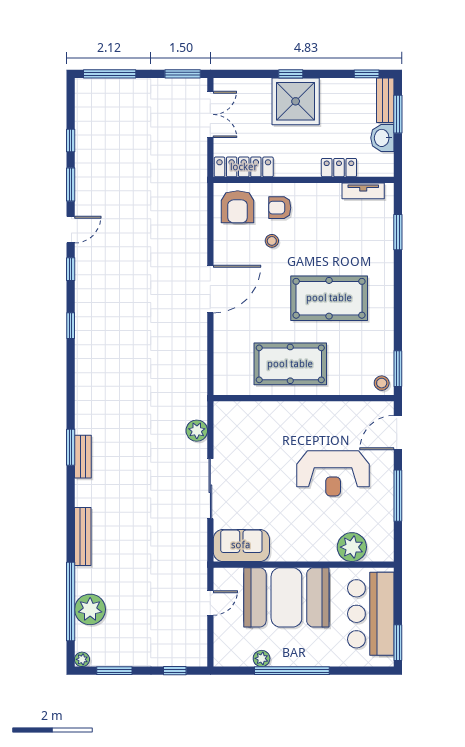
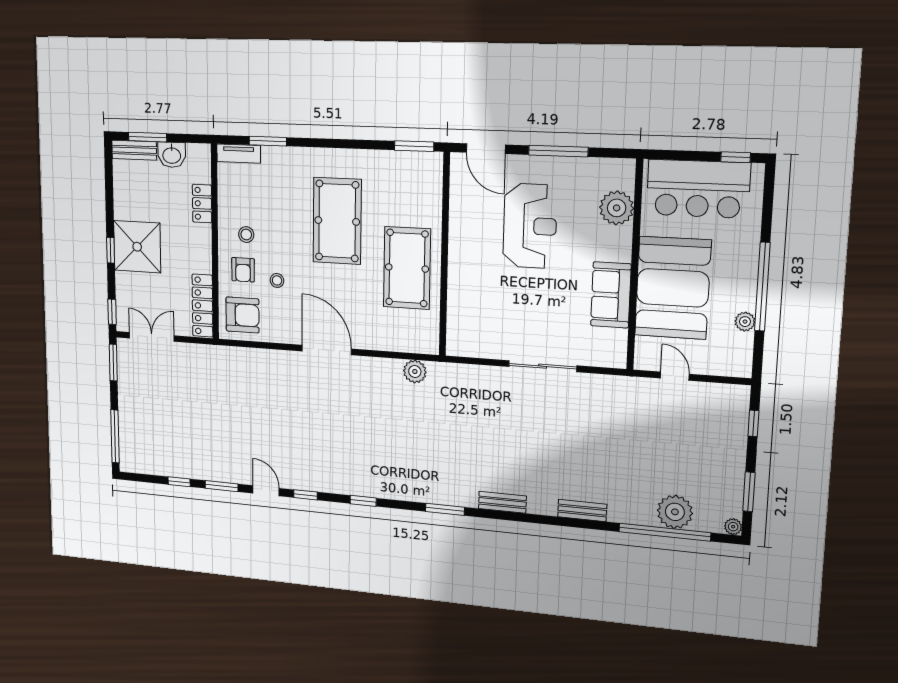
window: (367, 74) -> (112, 312), moved
tv unit: (363, 191) -> (239, 153), moved, turned 90
stool: (382, 383) -> (246, 235), moved
plant: (197, 431) -> (415, 372), moved
window: (71, 447) -> (445, 509), moved
bench: (83, 536) -> (582, 510), width x0.73
sofa: (241, 545) -> (611, 295), moved
window: (398, 643) -> (736, 157), width x0.67

